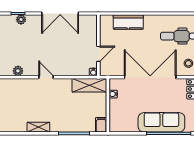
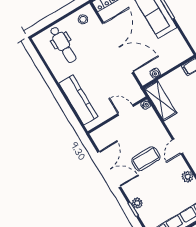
kitchen counter: (128, 22) -> (78, 100), width x1.50
coffee table: (51, 47) -> (146, 159), added
double door: (150, 77) -> (118, 48), swing flipped

